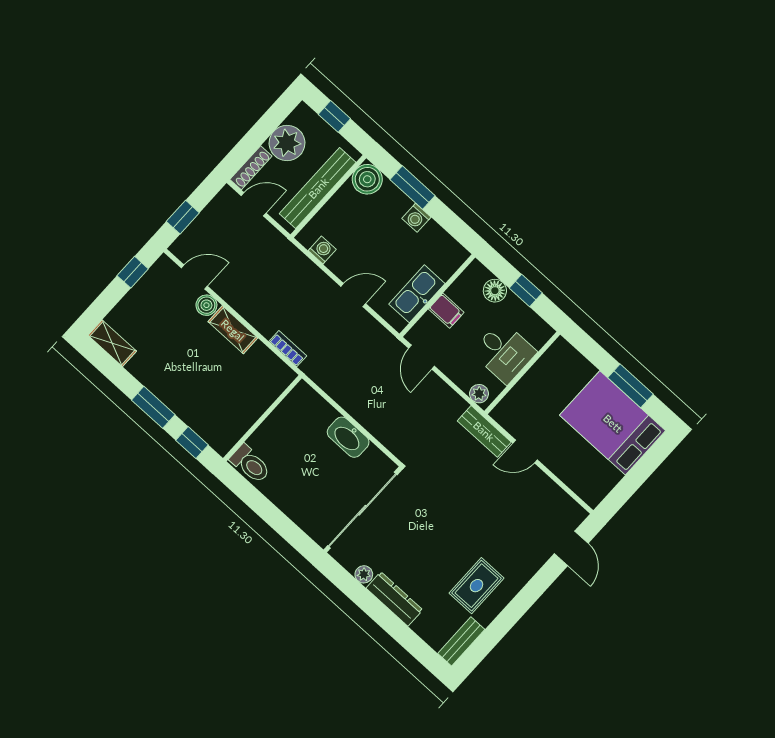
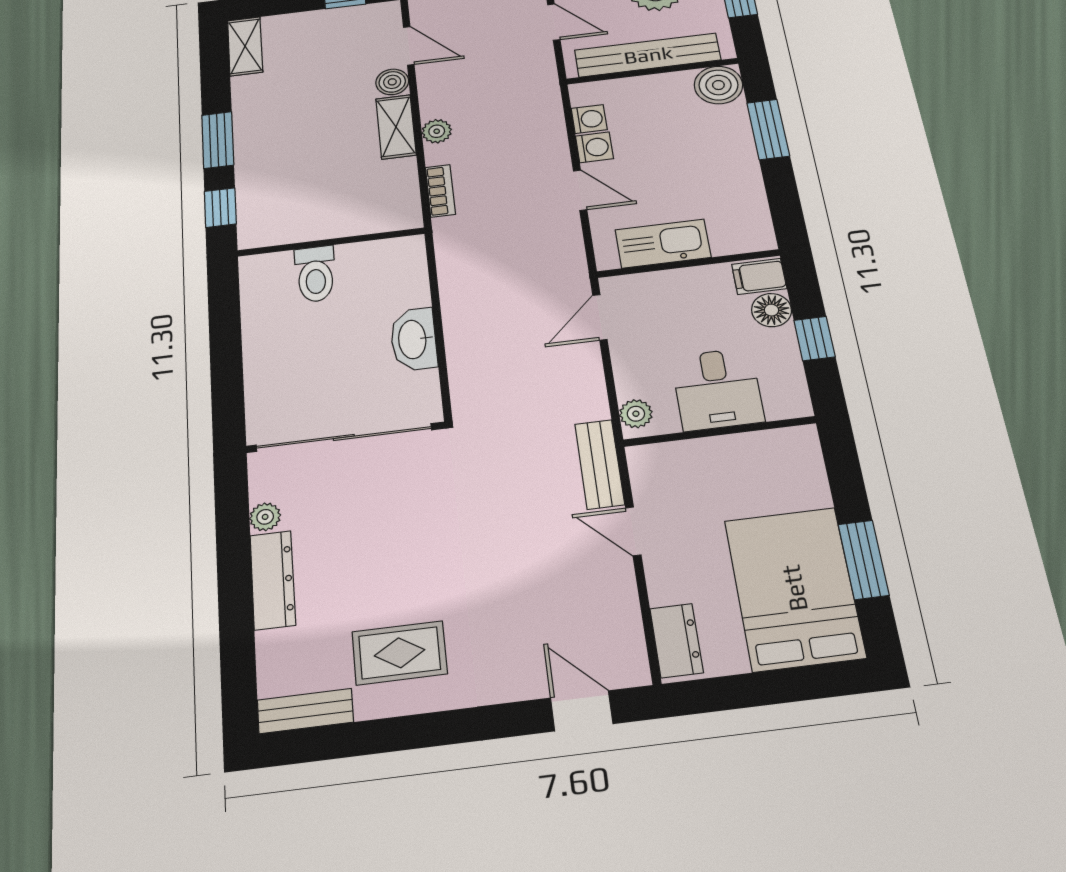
washing machine: (416, 218) -> (594, 147), moved, turned 180
filing cabinet: (446, 311) -> (759, 276), moved, turned 90
plant: (255, 316) -> (437, 131), added
toilet: (250, 464) -> (315, 274), moved
dresser: (584, 486) -> (676, 640), added
door: (571, 548) -> (582, 711), swing flipped

